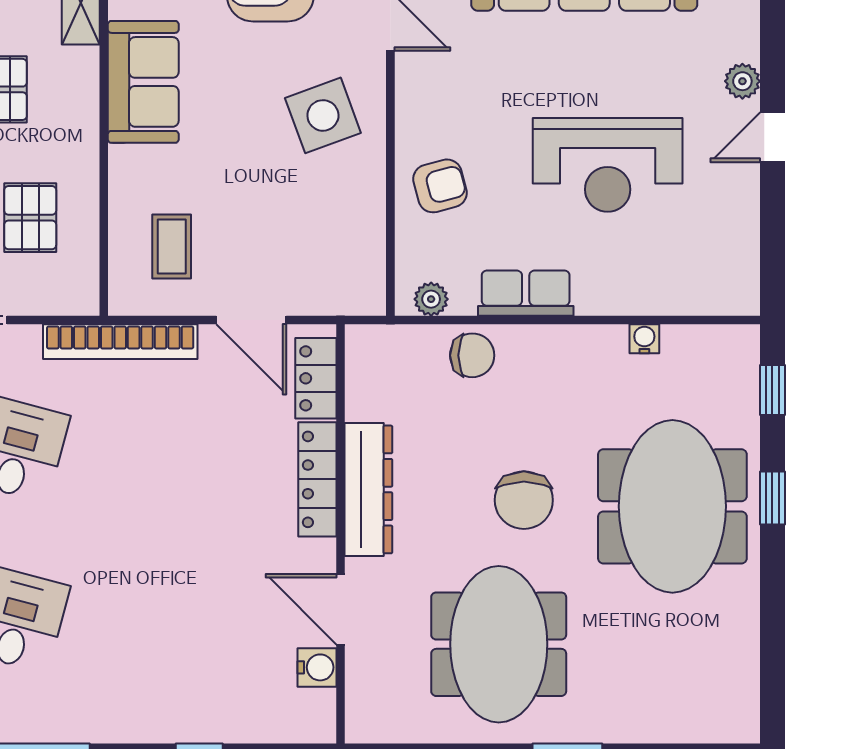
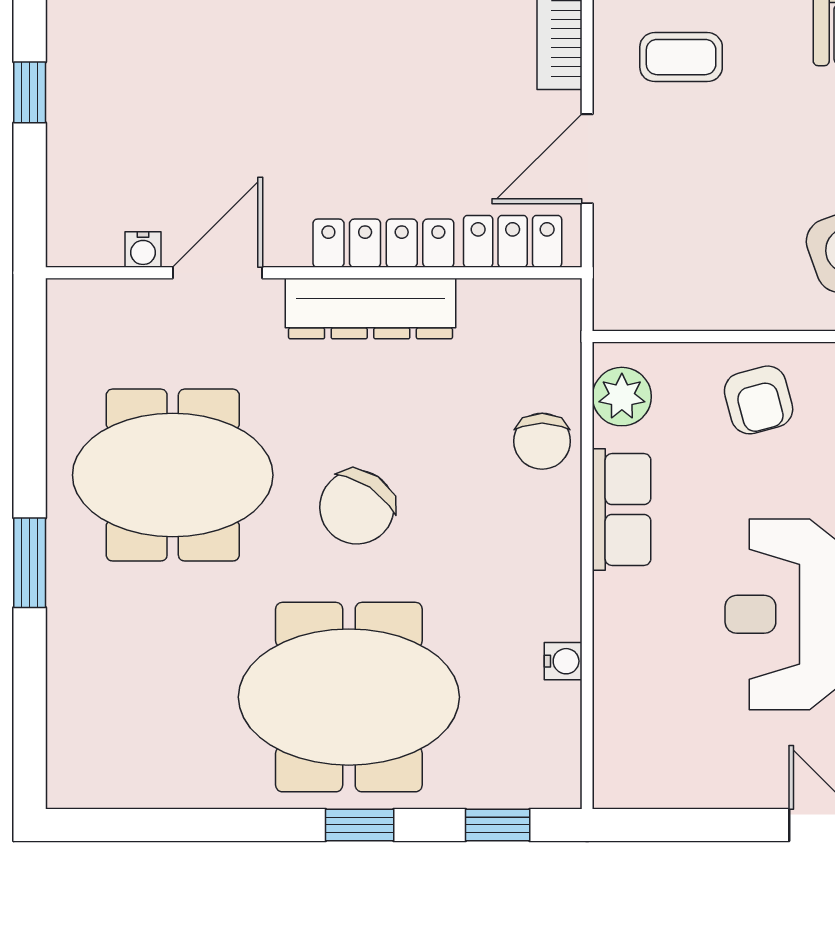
plant: (431, 299) -> (622, 397), width x1.38, depth x1.38
chair: (524, 500) -> (357, 507), turned -56
water cooler: (317, 667) -> (143, 250), width x0.72, depth x0.72

